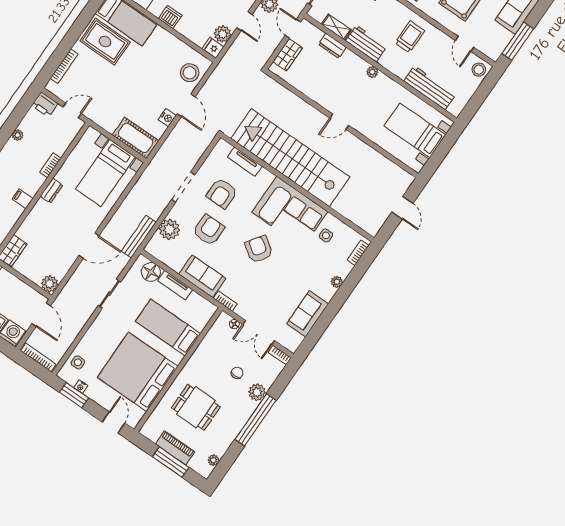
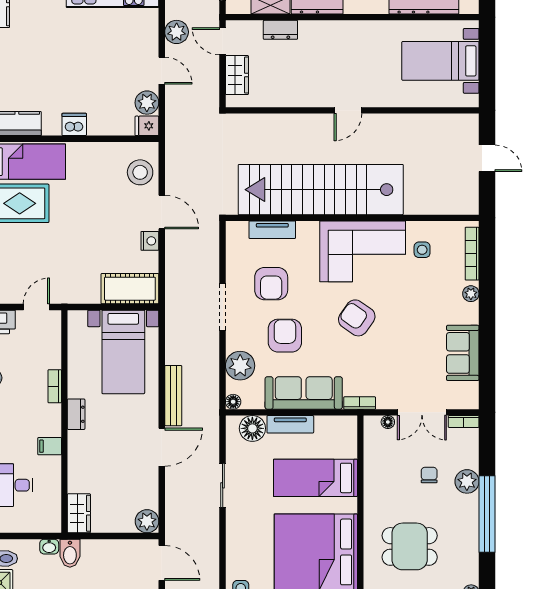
plant: (372, 72) -> (346, 28), removed
bench: (139, 237) -> (173, 396), moved
floor lamp: (150, 248) -> (233, 402), added
bookcase: (358, 253) -> (472, 254), width x1.56
sofa: (202, 276) -> (304, 393), width x1.36

